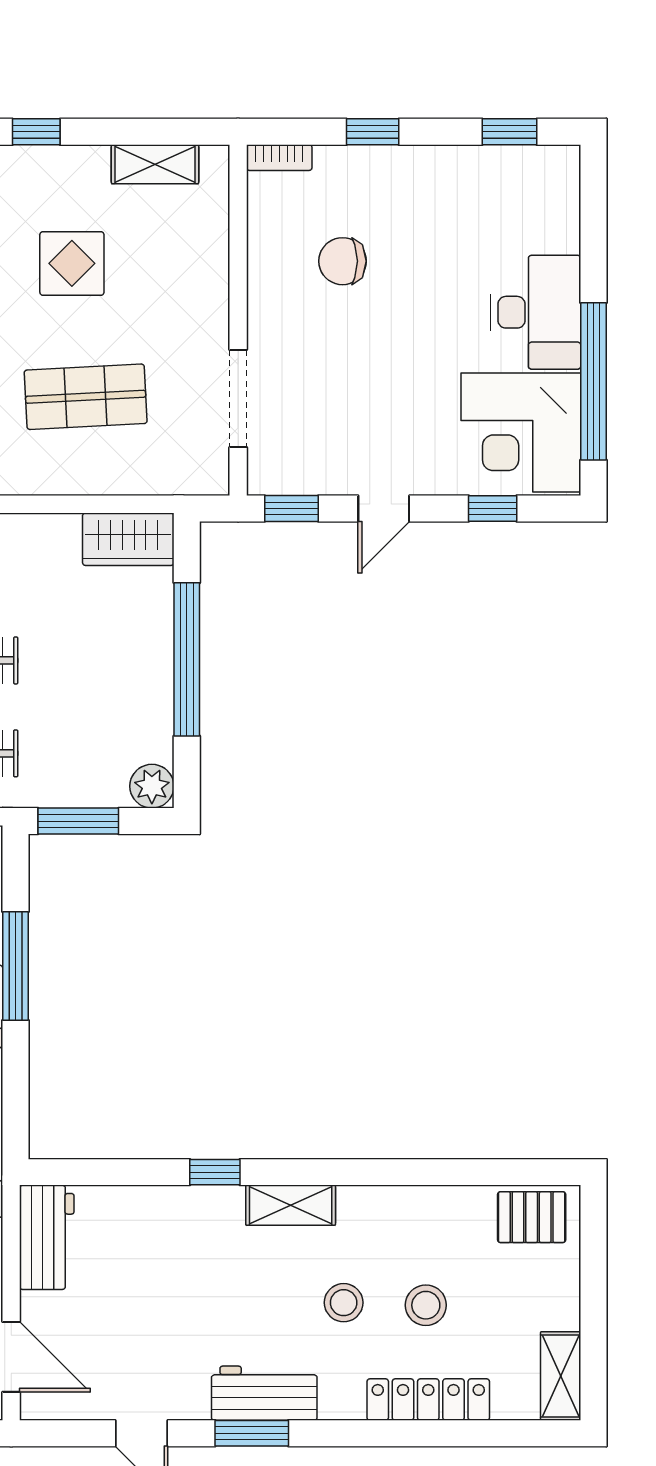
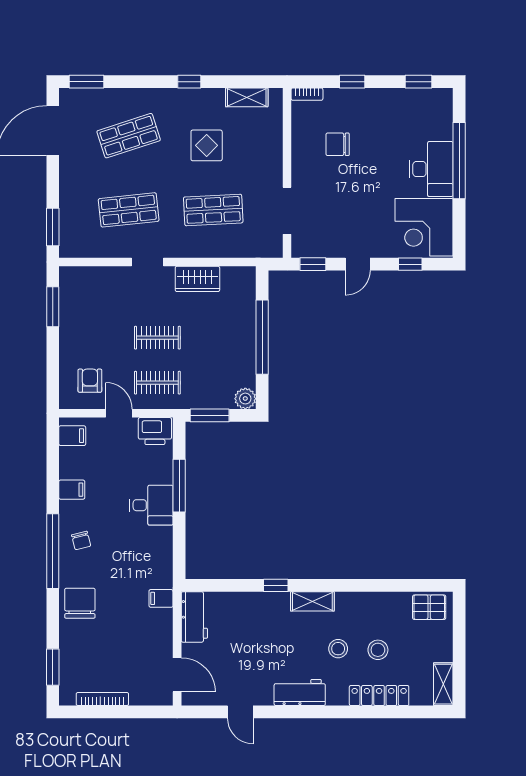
window: (593, 381) -> (459, 161), moved
wardrobe: (128, 539) -> (197, 279), moved
window: (252, 1433) -> (294, 712), removed

